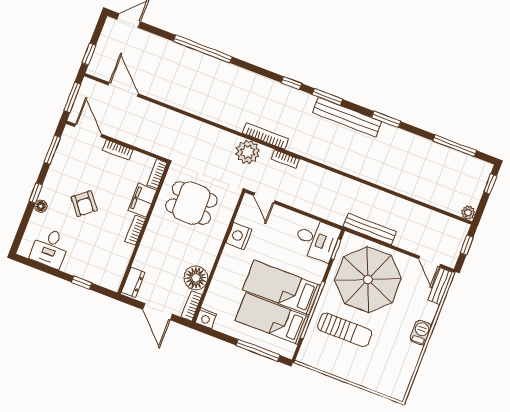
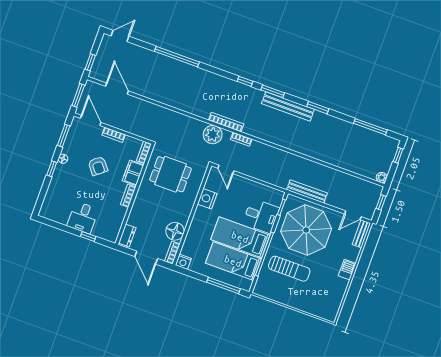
armchair: (84, 204) -> (98, 166), moved
floor lamp: (41, 206) -> (63, 159), moved
desk: (317, 240) -> (261, 216), moved
desk: (50, 248) -> (83, 218), moved
door: (430, 262) -> (353, 215), hinge flipped

